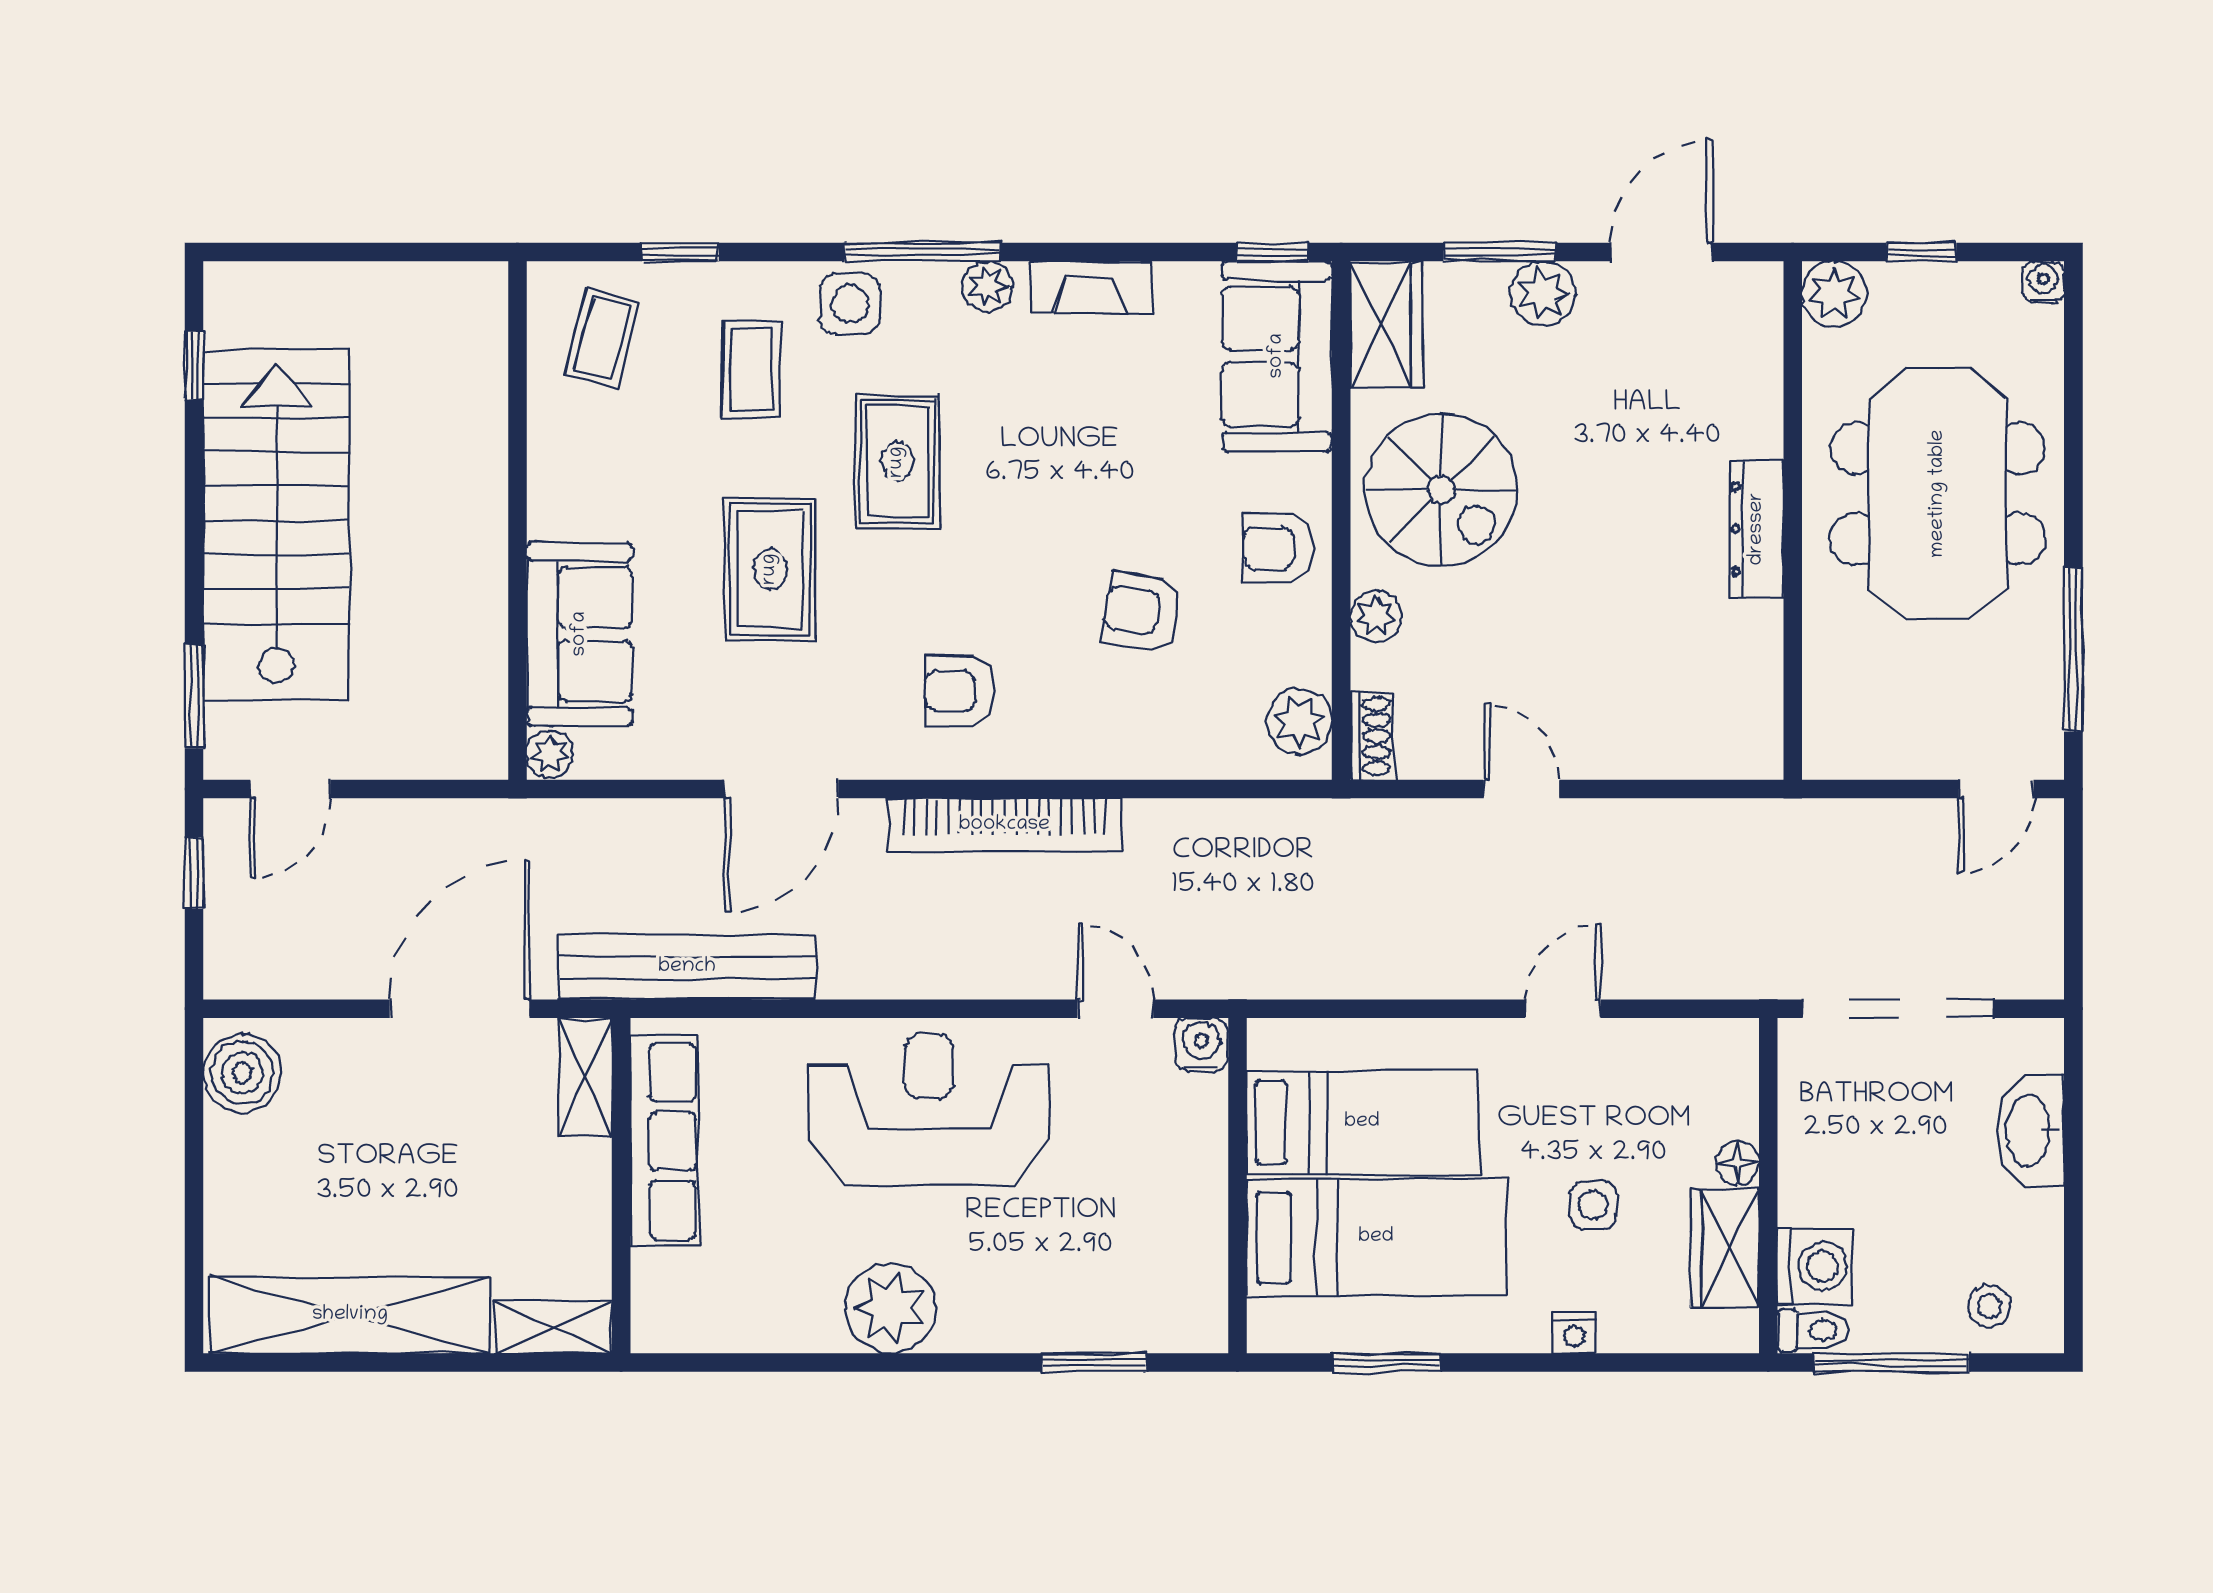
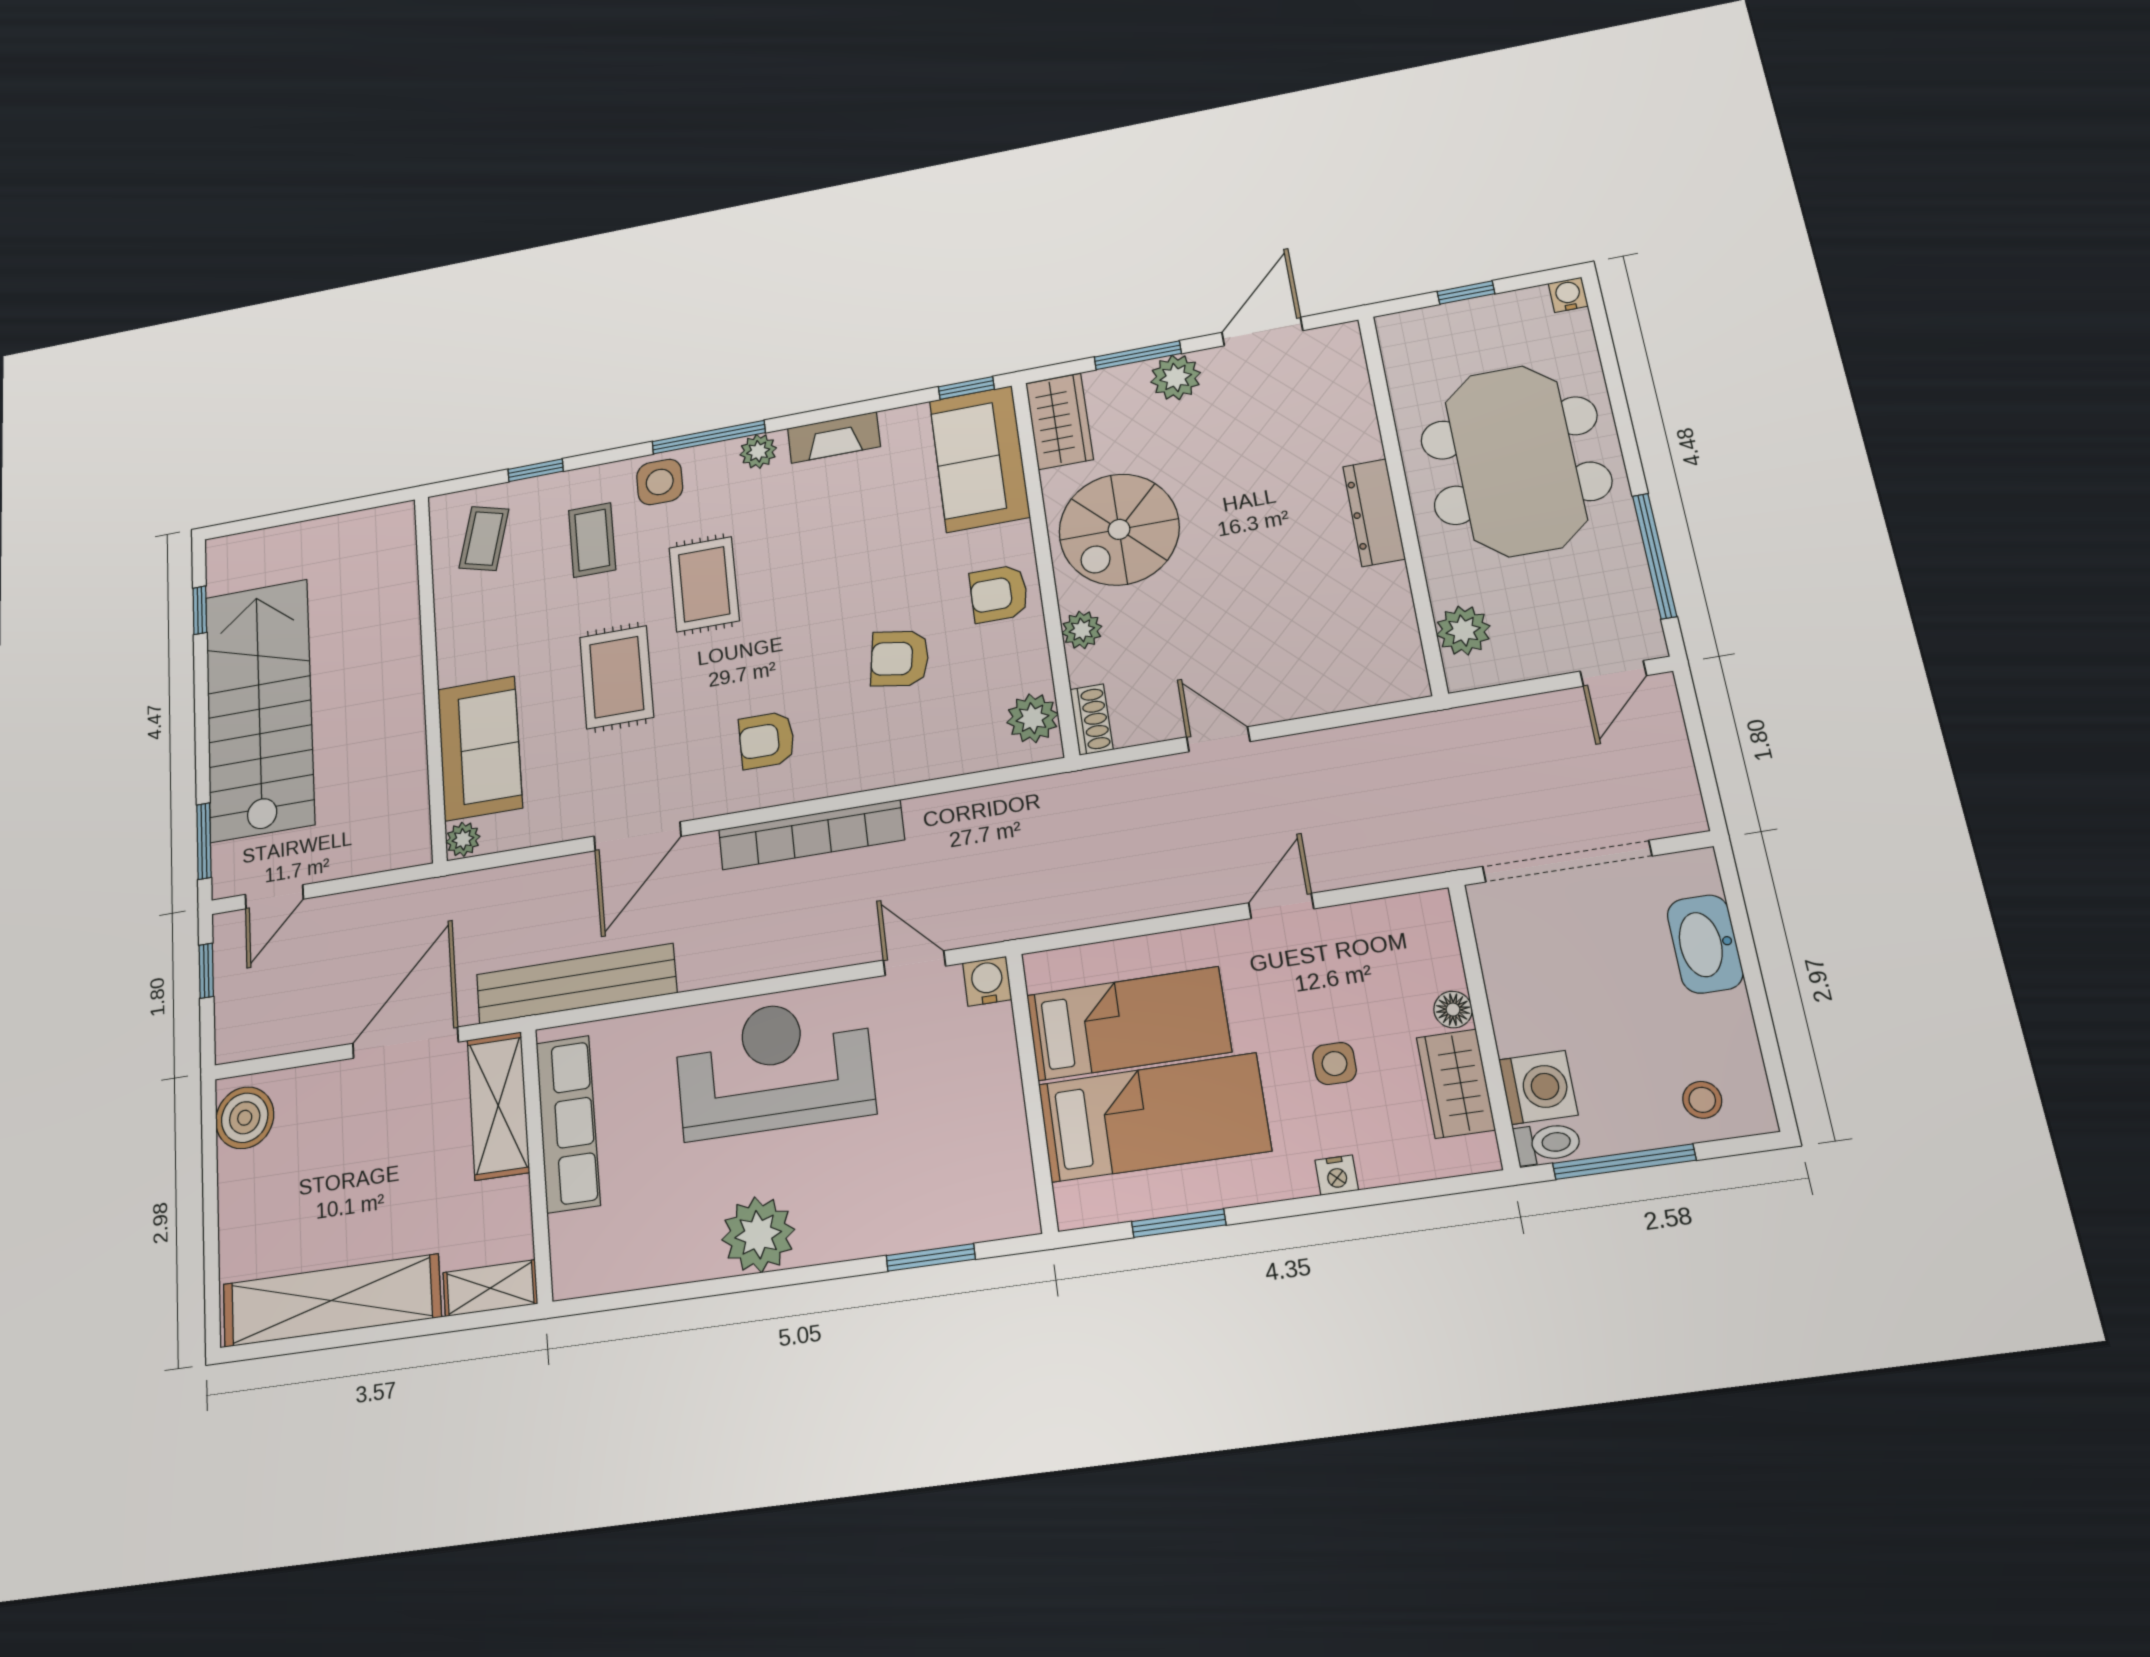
plant: (1834, 294) -> (1463, 630), moved
spiral stairs: (1441, 490) -> (1119, 529), turned 90
shelving: (585, 1077) -> (498, 1106), width x1.50, depth x1.33

